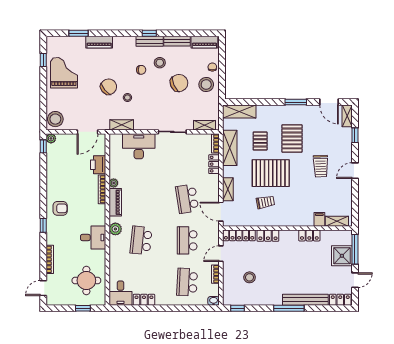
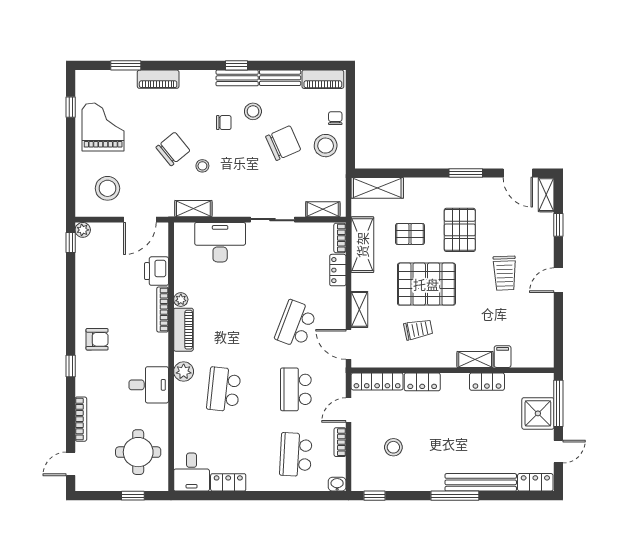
stool: (55, 119) -> (107, 188), moved
pallet: (260, 141) -> (410, 234), turned 90
school desk: (187, 199) -> (296, 324), turned 30
shelving: (337, 221) -> (475, 359), moved

